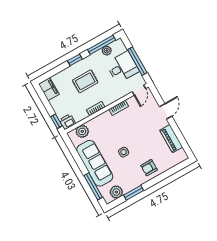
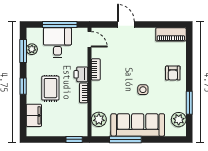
window: (102, 45) -> (23, 51), width x0.69
filing cabinet: (49, 89) -> (34, 115), moved, turned 90
printer: (67, 122) -> (81, 74), moved
piano: (171, 139) -> (171, 34), moved
window: (93, 186) -> (125, 139), moved

